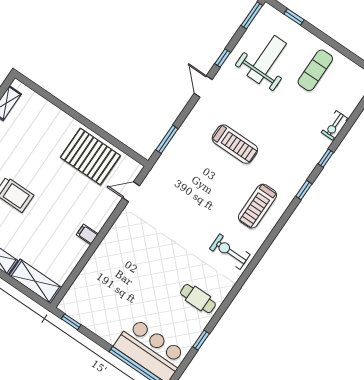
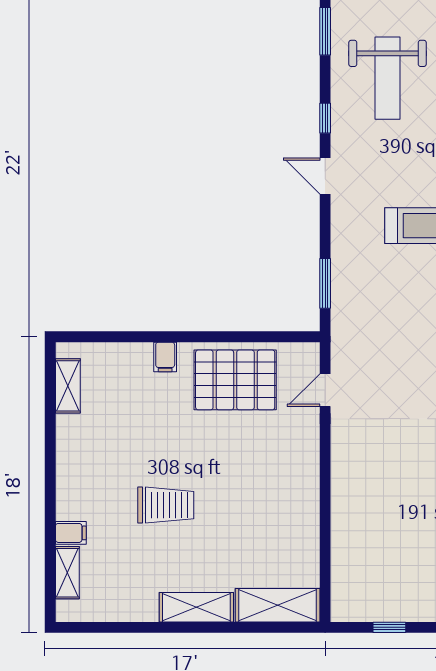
weight bench: (267, 59) -> (388, 78), turned 180
filing cabinet: (87, 234) -> (165, 357), moved, turned -90
window: (71, 322) -> (389, 627), moved

